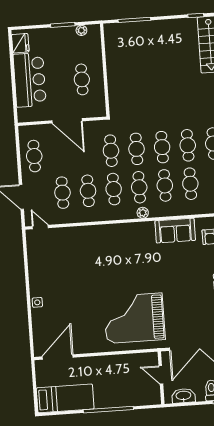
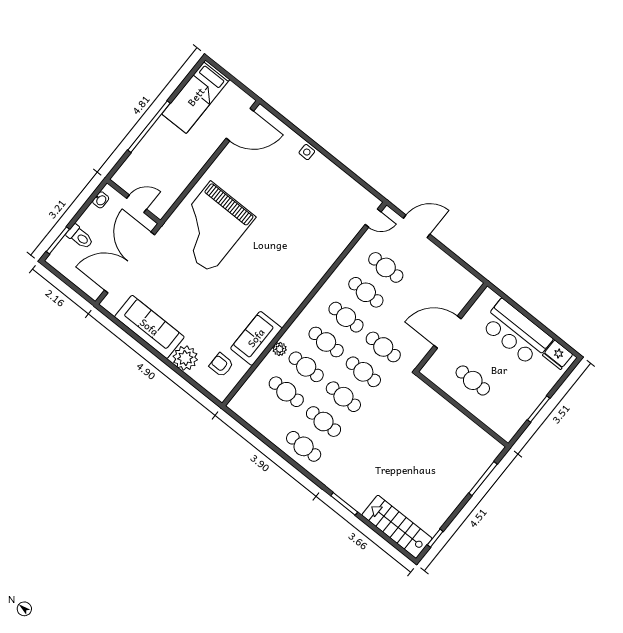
plant: (81, 30) -> (518, 421), removed
cafe table: (34, 156) -> (443, 272), removed
plant: (143, 213) -> (280, 349), moved
grand piano: (134, 318) -> (211, 227), turned 180
door: (58, 357) -> (240, 125), hinge flipped
washbasin: (183, 396) -> (101, 200), width x0.52, depth x0.69

